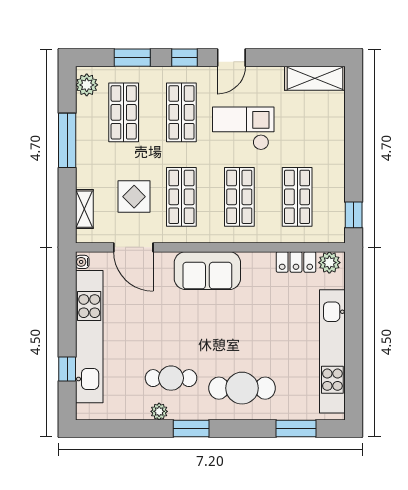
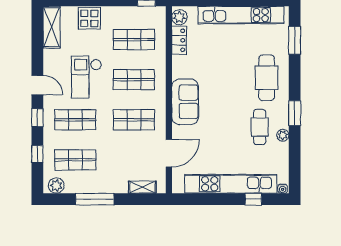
window: (132, 58) -> (37, 154), width x0.67
display table: (134, 197) -> (89, 18), moved
water cooler: (82, 262) -> (283, 189), moved

